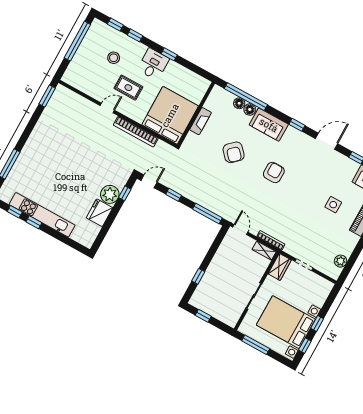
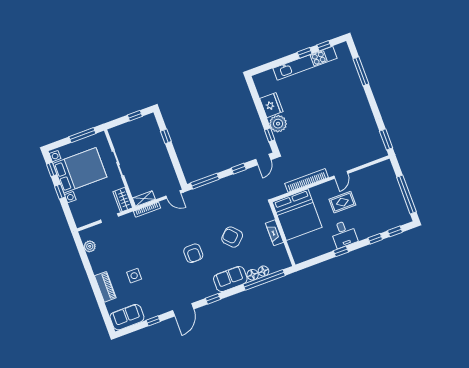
stool: (114, 58) -> (373, 210), removed

